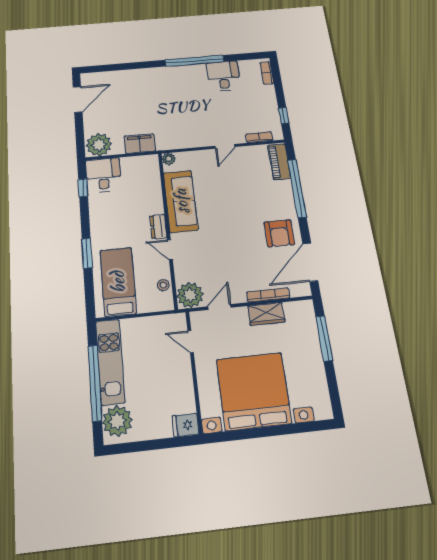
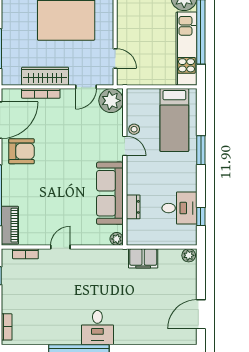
desk: (223, 76) -> (97, 328), moved
plant: (99, 145) -> (189, 255), width x0.53, depth x0.53
desk: (103, 175) -> (179, 208), moved, turned -90
dresser: (158, 227) -> (133, 207), moved
armchair: (279, 233) -> (21, 151), turned 90
stool: (163, 285) -> (134, 129), moved
wardrobe: (266, 314) -> (45, 76), width x1.50

